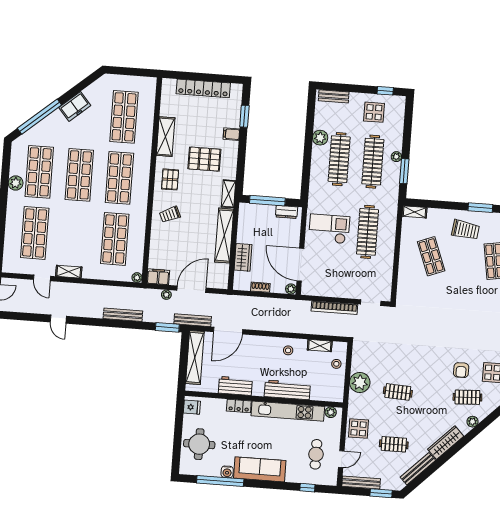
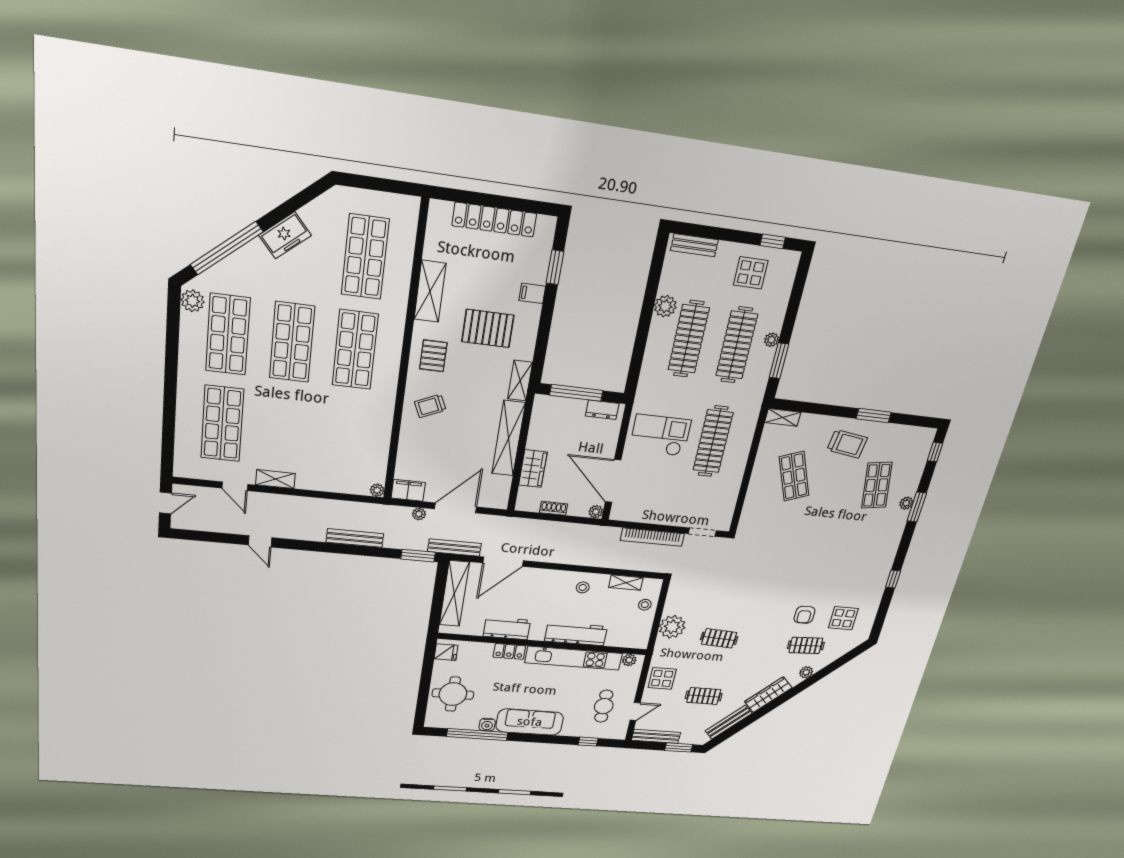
plant: (16, 183) -> (192, 301), moved
shop shelf: (115, 239) -> (346, 437), removed

